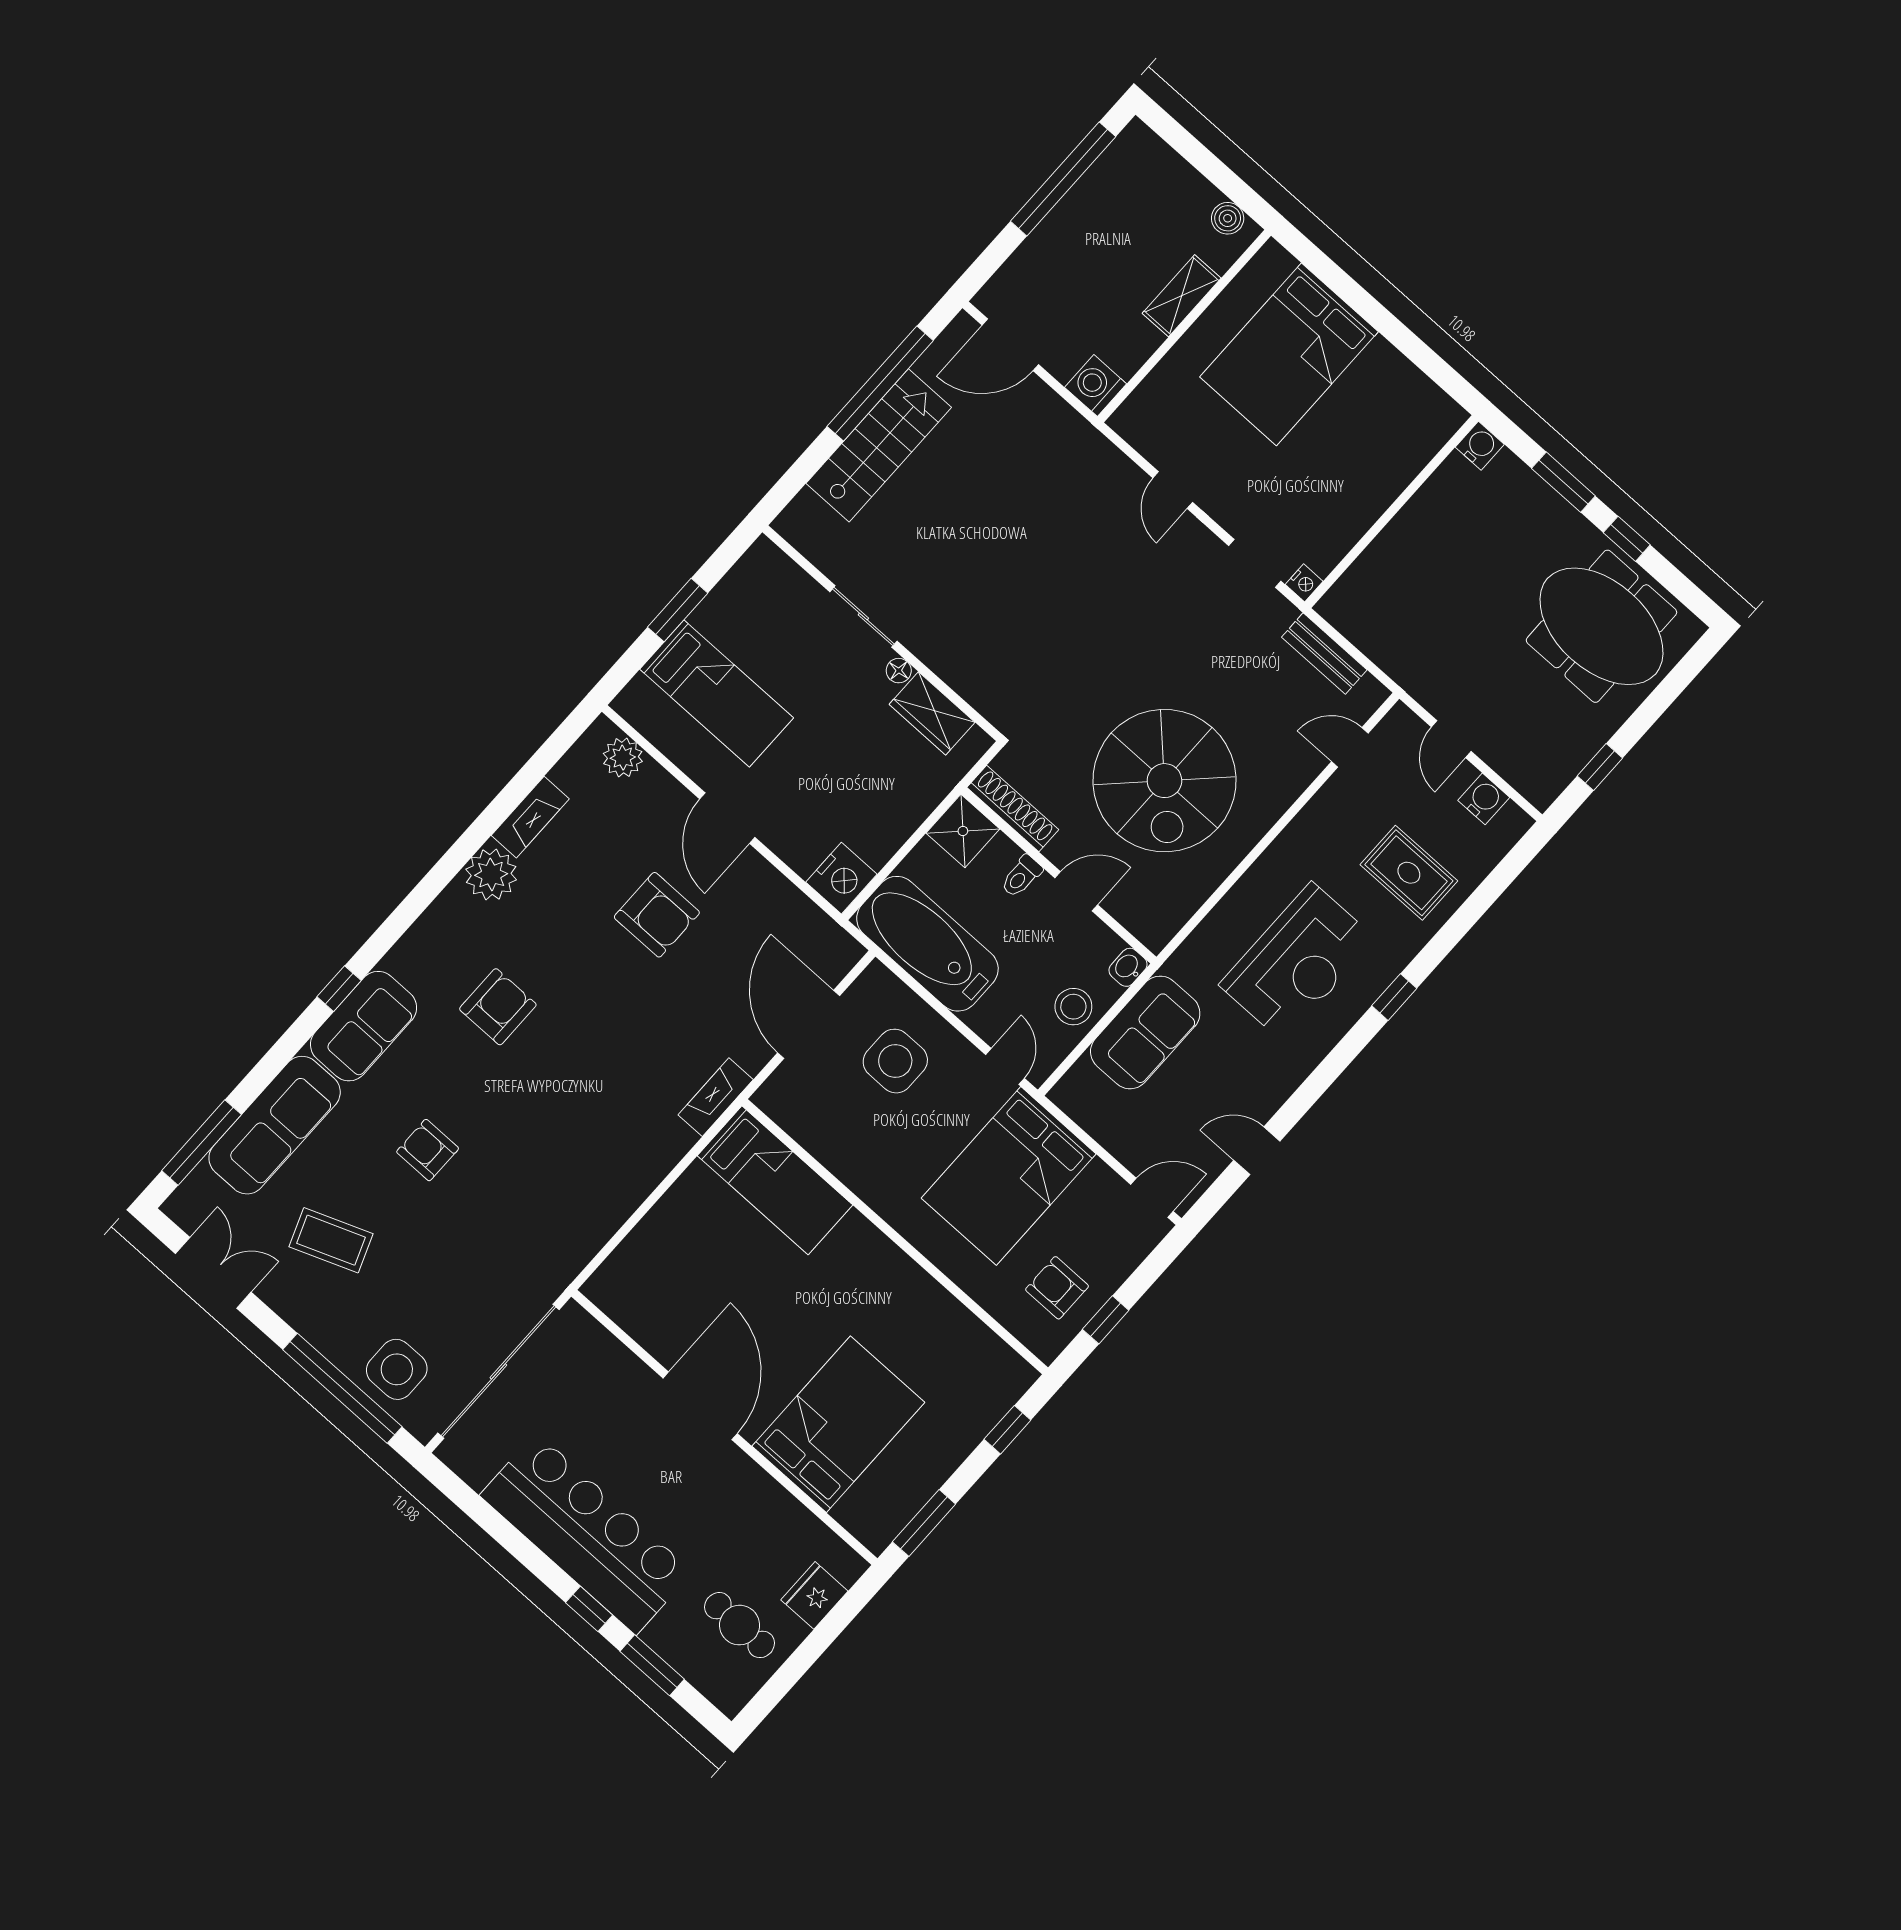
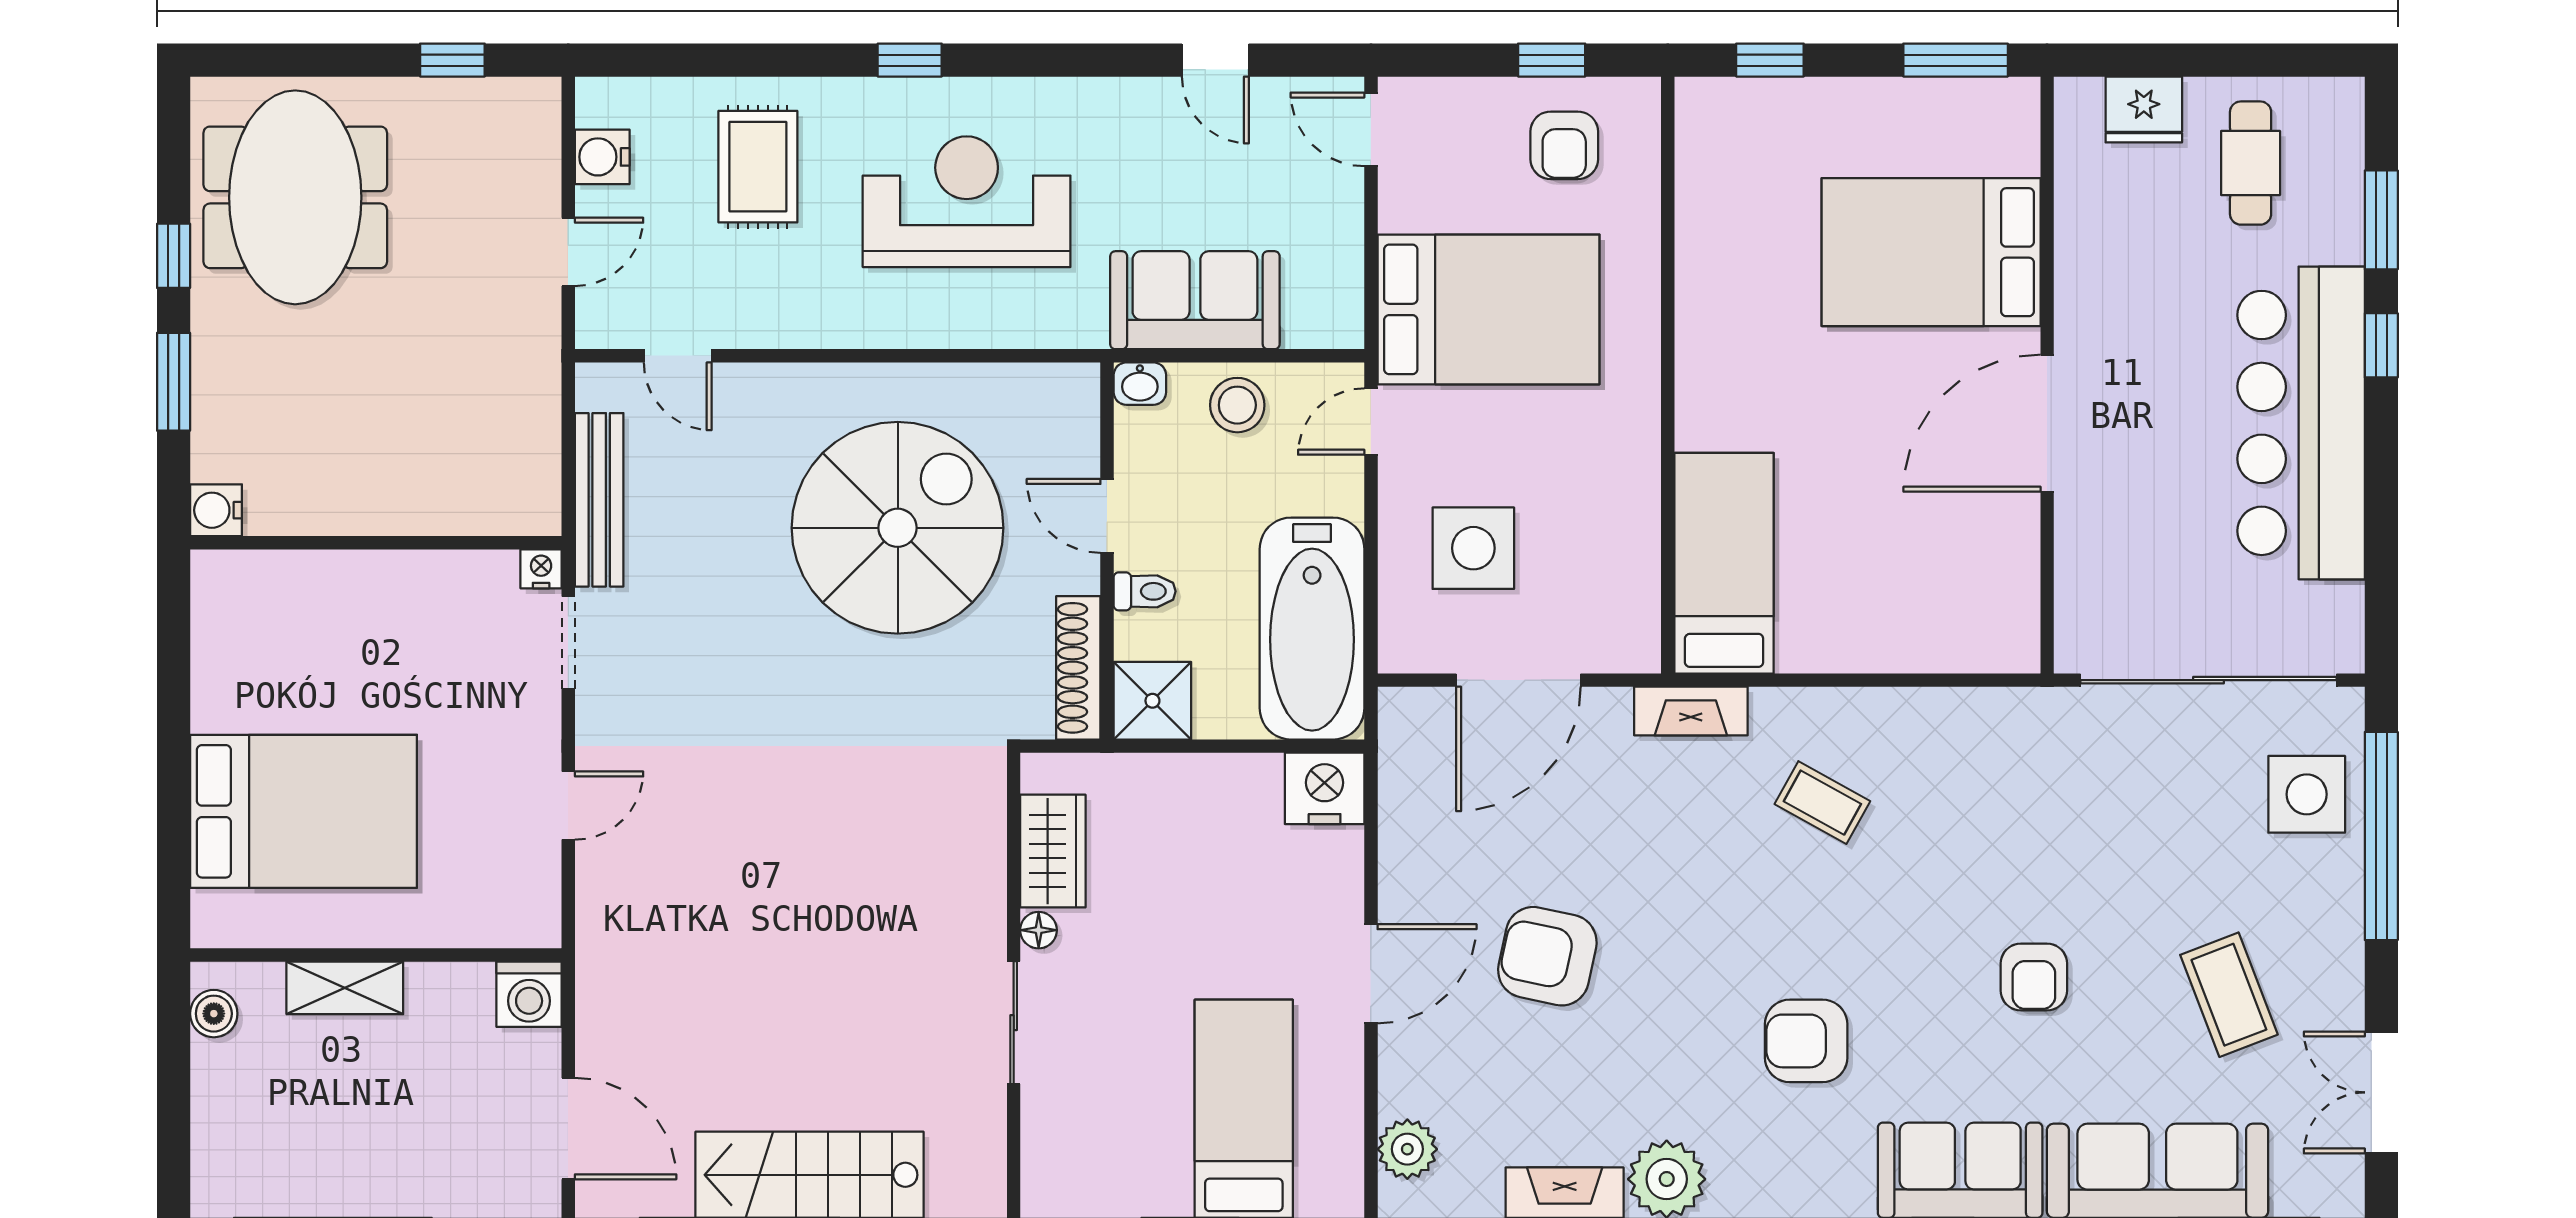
bench: (1324, 654) -> (599, 500), width x1.36
armchair: (657, 915) -> (1547, 956), turned -78
coffee table: (610, 1122) -> (1822, 803), added

